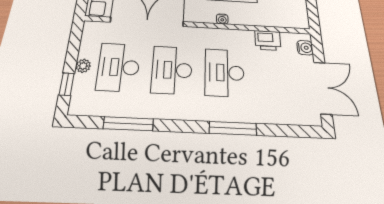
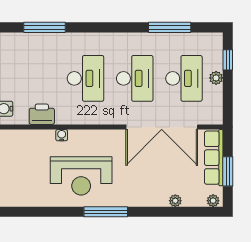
water cooler: (222, 19) -> (62, 135), moved
window: (233, 128) -> (44, 27), moved

